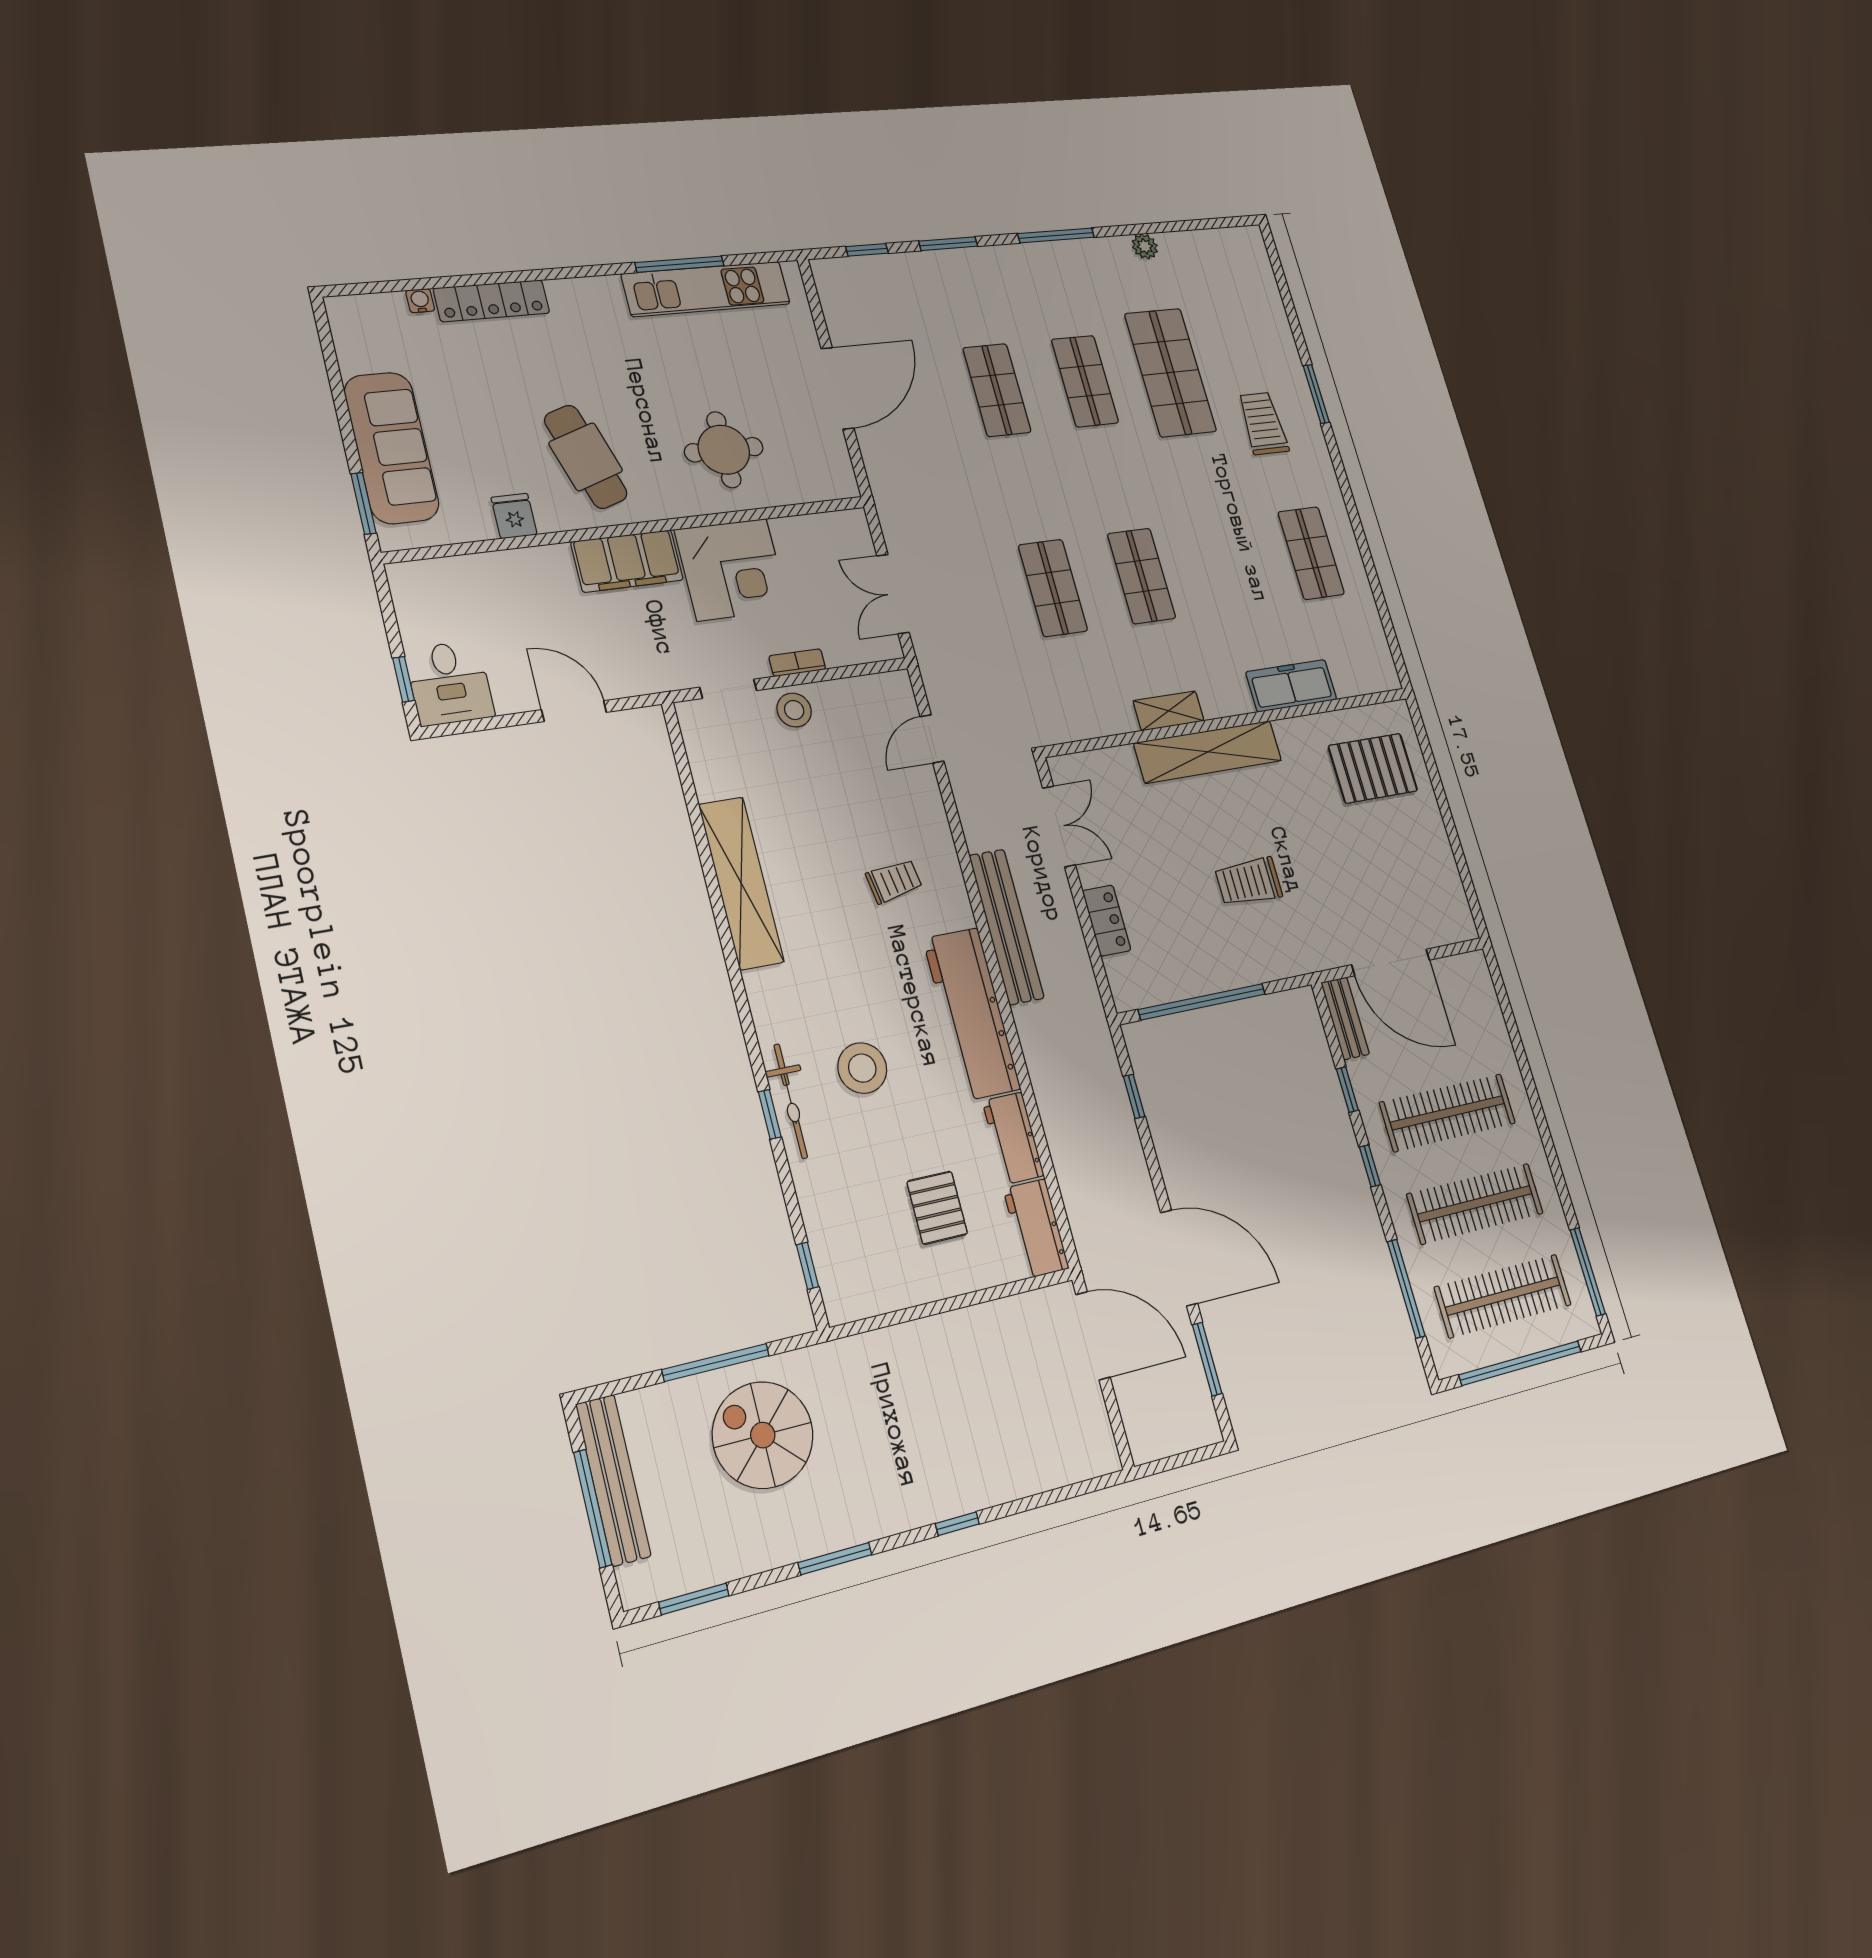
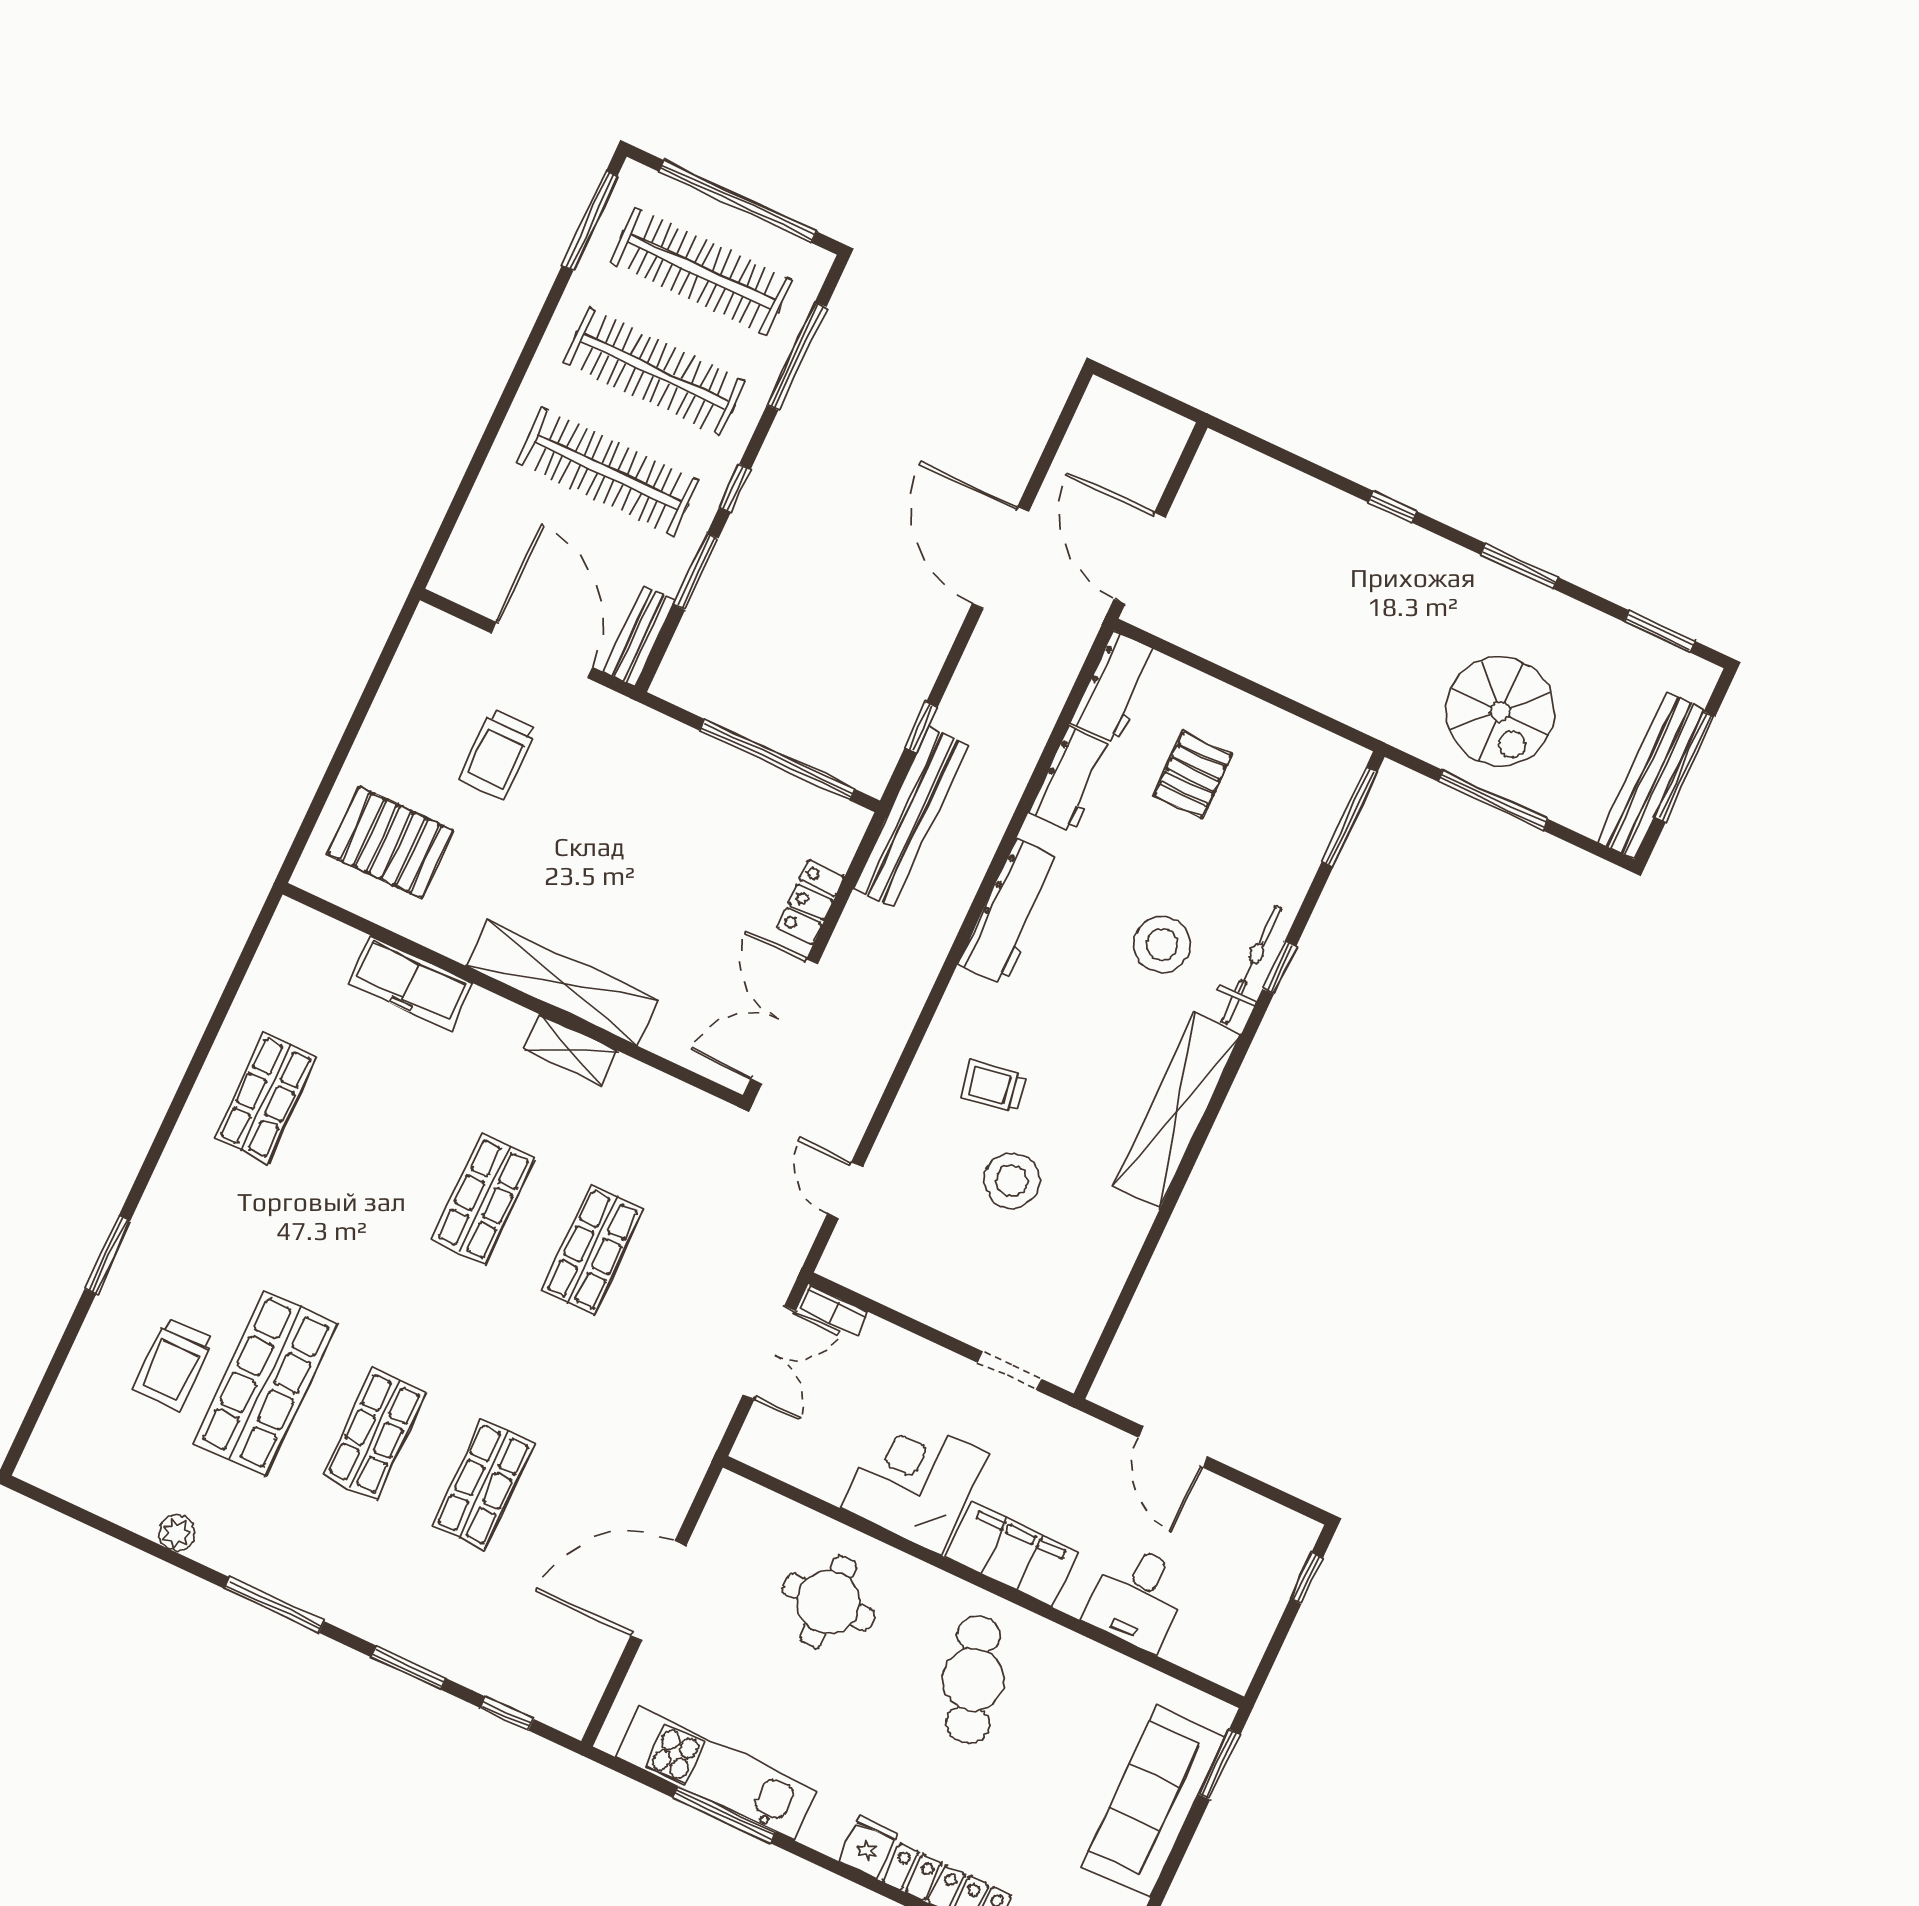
trolley: (1263, 424) -> (173, 1364), moved
fridge: (514, 516) -> (868, 1847), moved, turned 180
bookcase: (797, 663) -> (834, 1310), moved
desk: (449, 683) -> (1137, 1597), moved, turned 180
stool: (794, 710) -> (1012, 1181), moved, width x1.38, depth x1.38
door: (932, 739) -> (845, 1190), swing flipped
double door: (1059, 826) -> (784, 1021), width x1.37
trolley: (1249, 882) -> (498, 754), moved, turned 90
shelving: (741, 883) -> (1177, 1110), moved
bench: (1006, 927) -> (911, 817), moved
workbench: (972, 1014) -> (1010, 912), width x0.73, depth x0.76
window: (1347, 1090) -> (696, 572), width x1.50
window: (807, 1266) -> (1350, 817), width x2.17
window: (1207, 1359) -> (1049, 454), removed

